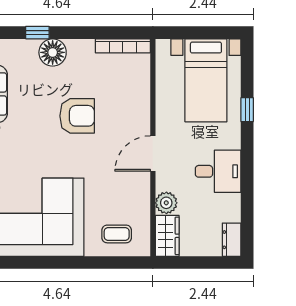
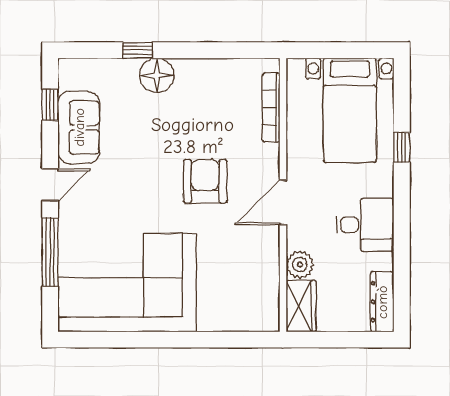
bookcase: (123, 46) -> (271, 108), moved, turned 90
armchair: (77, 116) -> (205, 181), moved, turned -90
coffee table: (117, 234) -> (237, 304), removed
dresser: (232, 240) -> (382, 302), width x1.44

